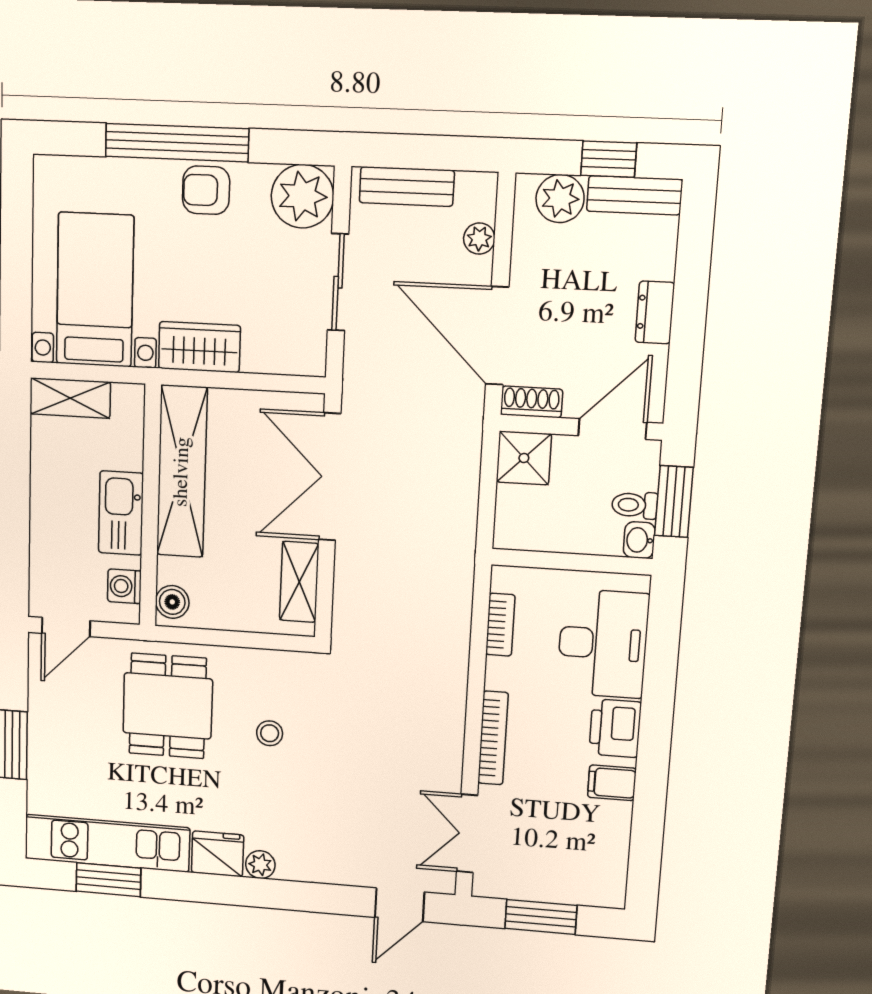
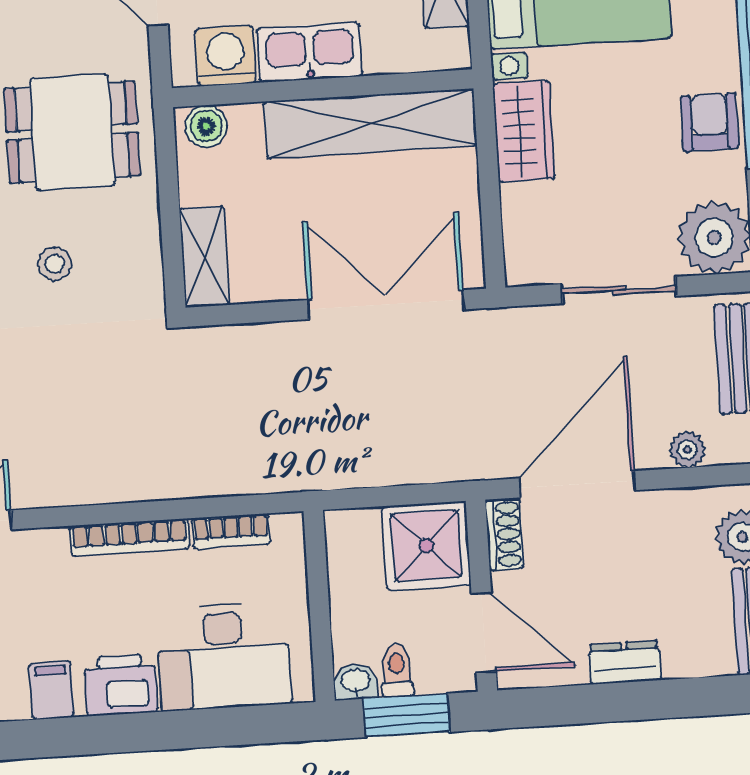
shower: (524, 458) -> (426, 546), width x1.36, depth x1.36
shelving: (299, 582) -> (205, 257), moved, turned 90
washing machine: (124, 586) -> (225, 56), width x1.38, depth x1.38
bookcase: (493, 738) -> (129, 537), moved

